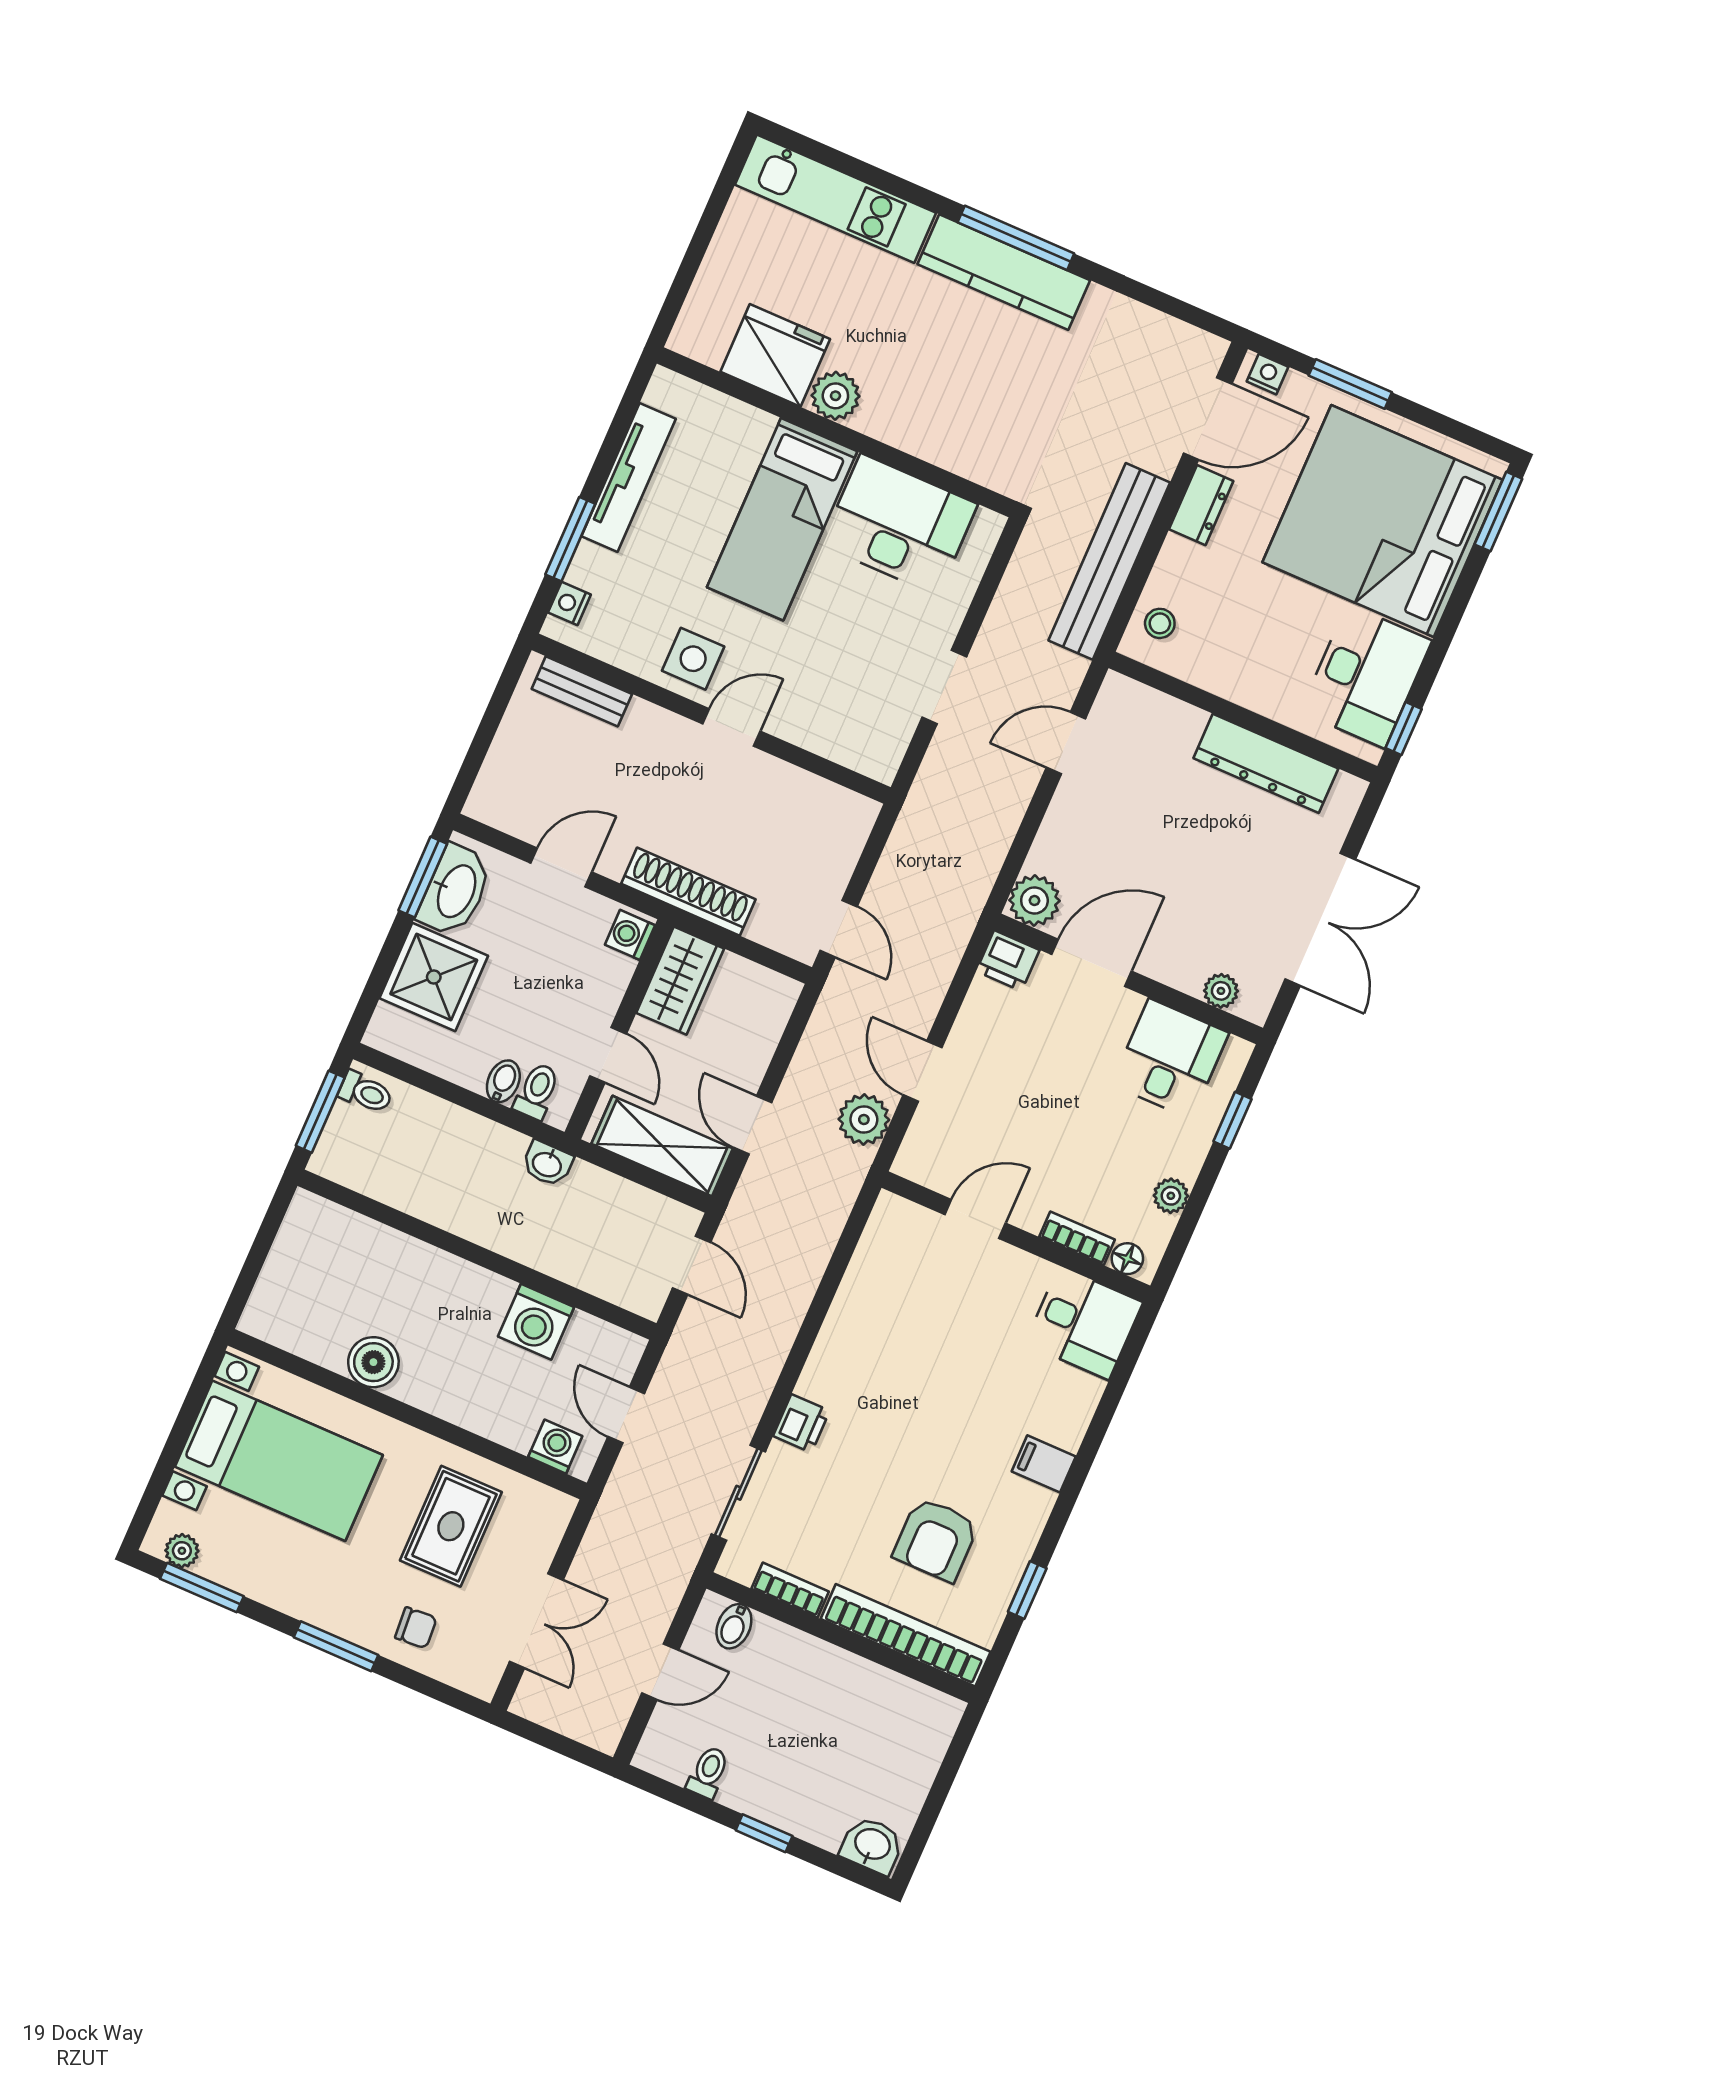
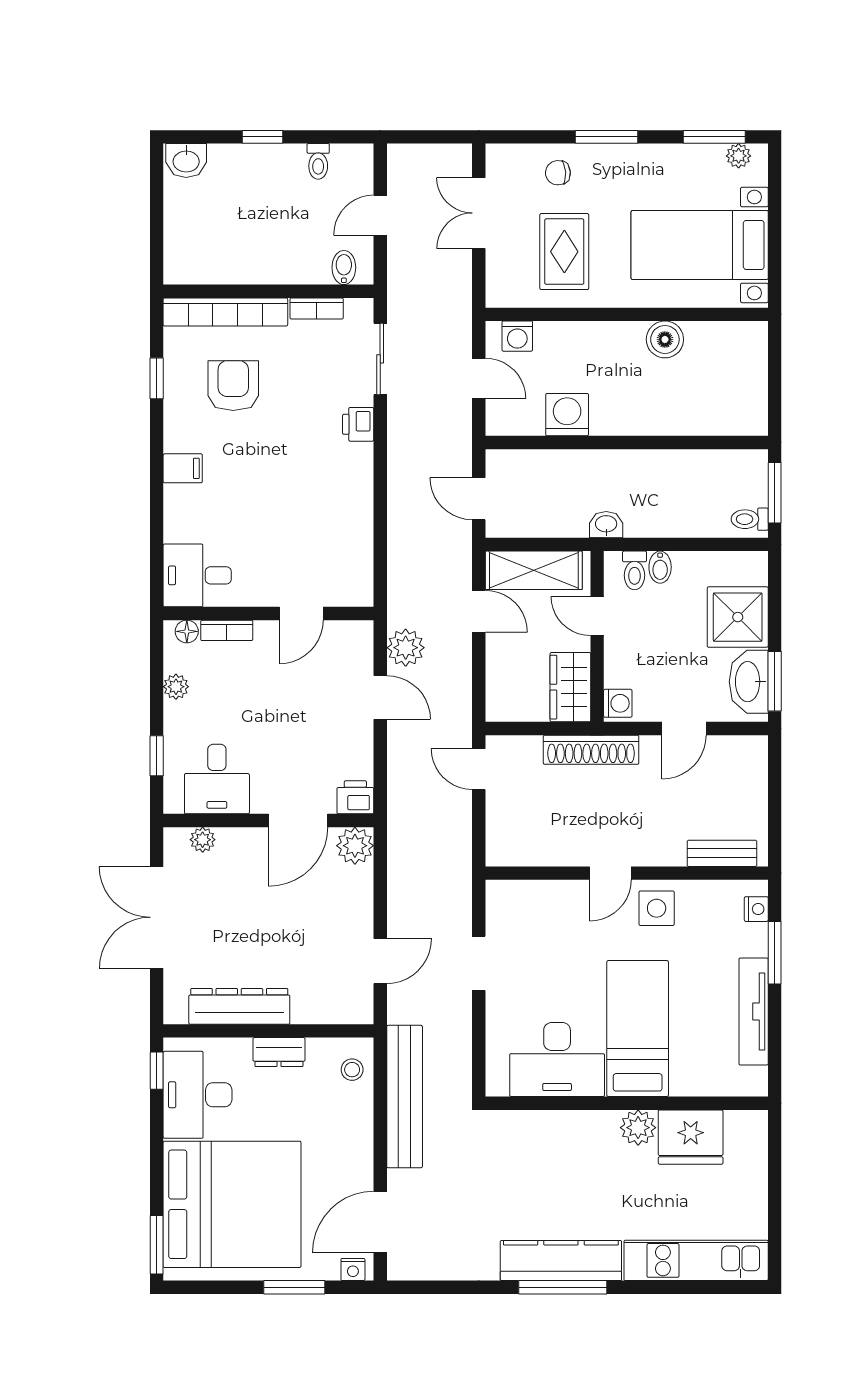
dresser: (1201, 505) -> (279, 1052), moved, turned -90

